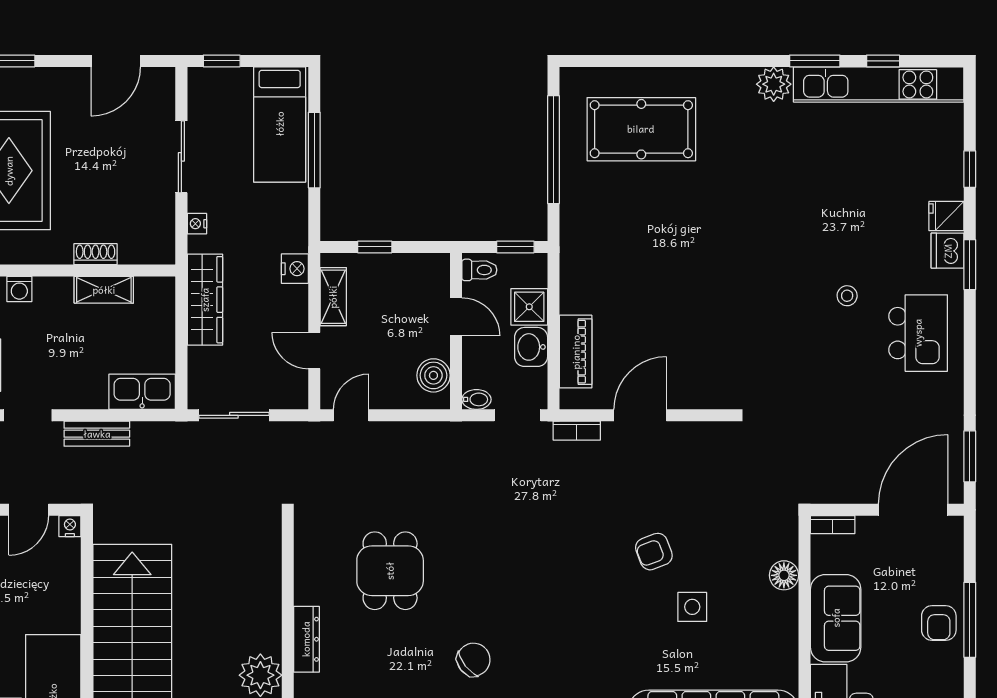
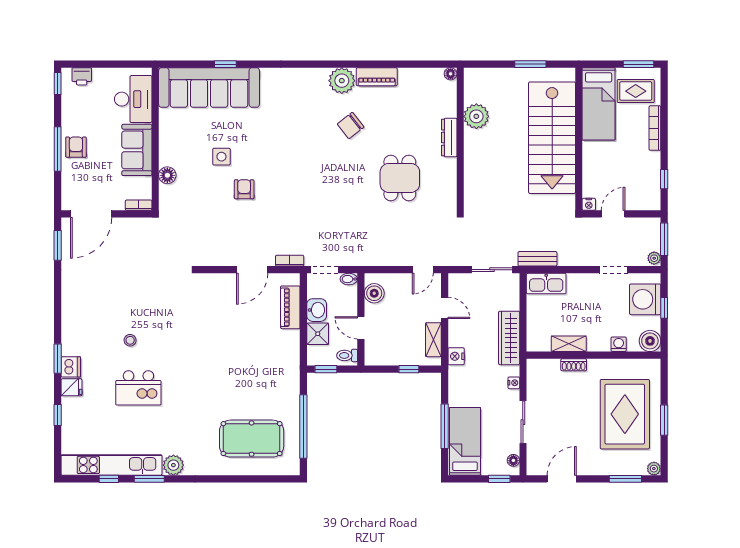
floor lamp: (198, 92) -> (513, 460), added
kitchen island: (918, 333) -> (138, 388), moved, turned -90
bench: (97, 434) -> (537, 259), moved
armchair: (654, 552) -> (244, 189), turned -69

